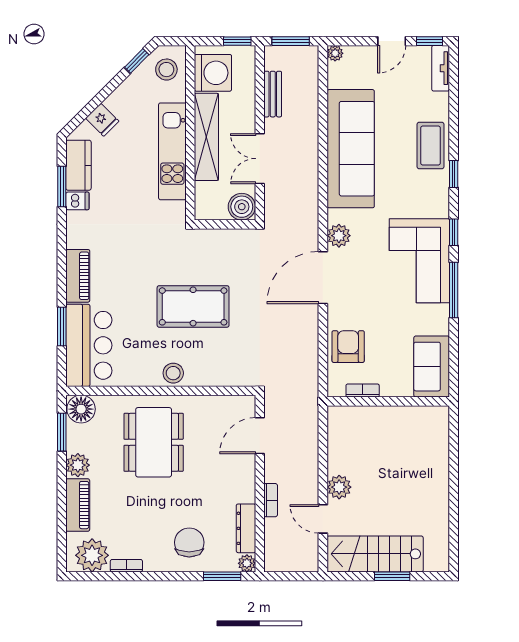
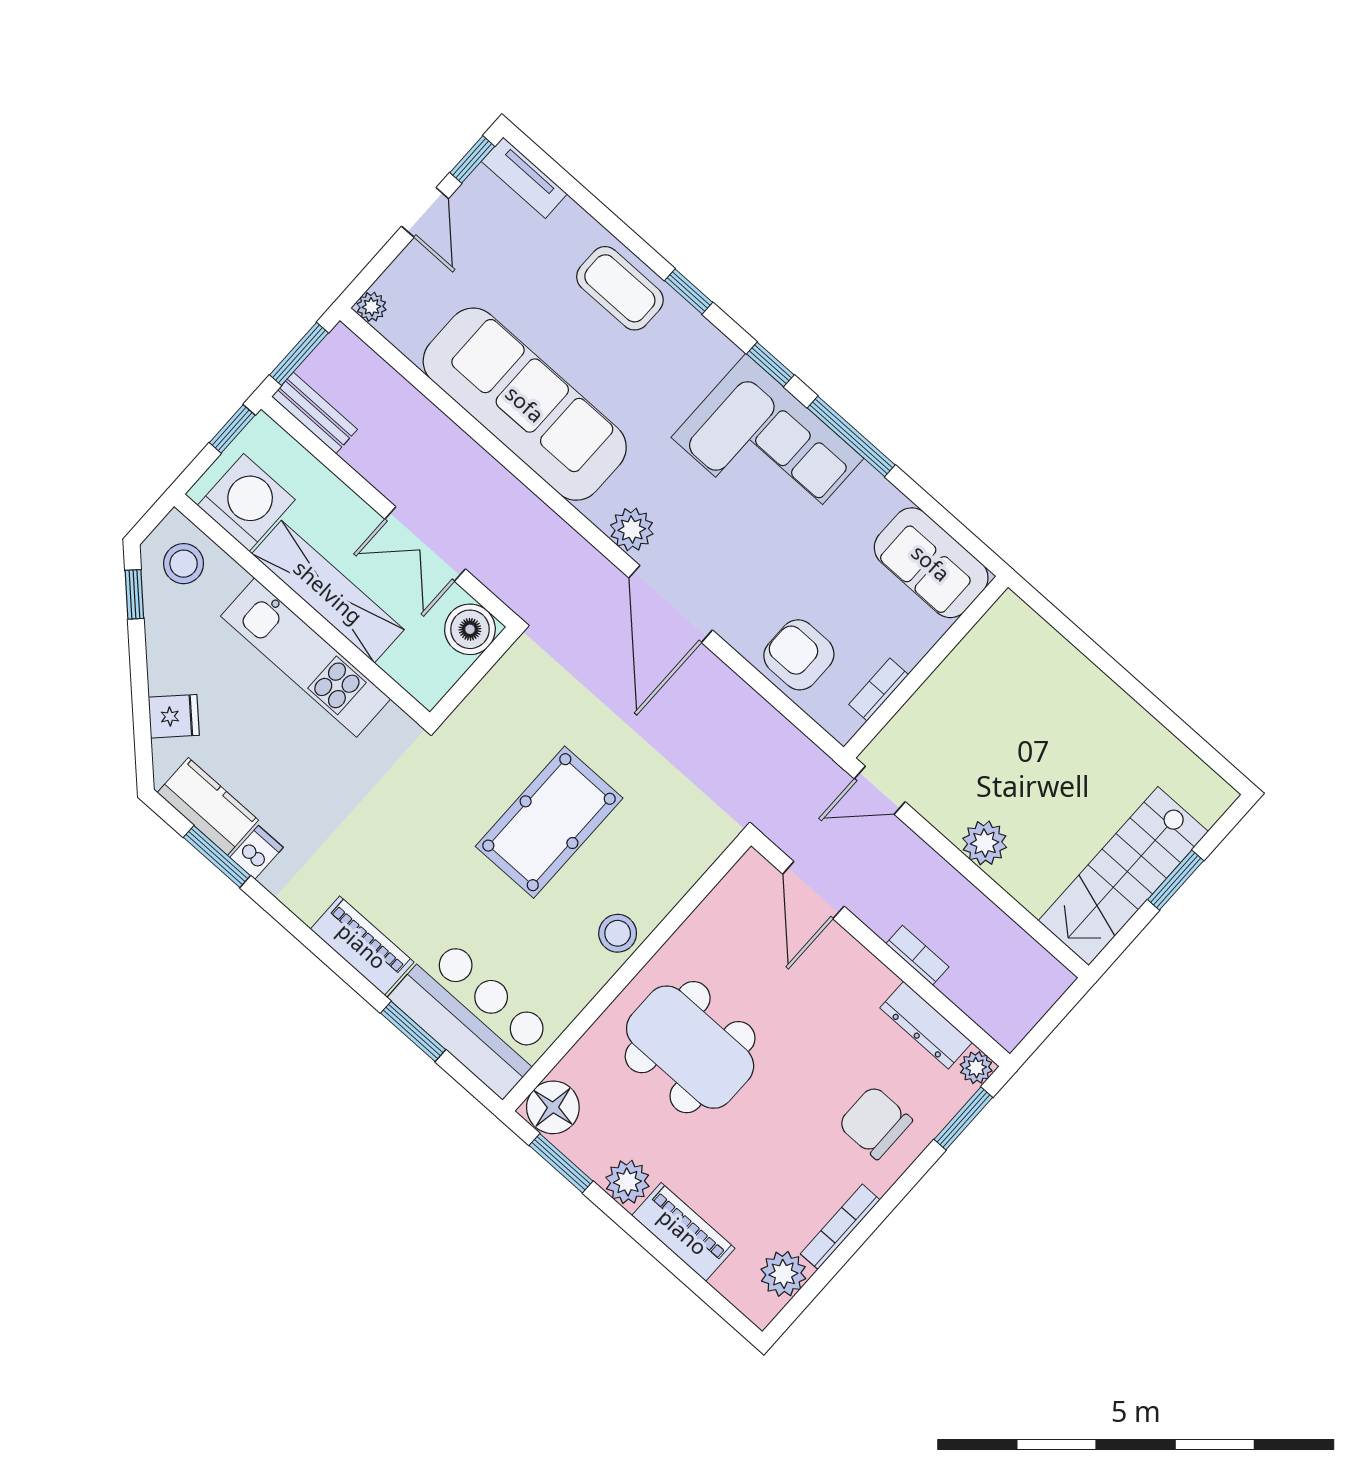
bench: (273, 94) -> (315, 413), moved
door: (323, 519) -> (880, 790), moved
plant: (92, 555) -> (783, 1274), width x0.73, depth x0.73
bookcase: (126, 566) -> (840, 1227), width x1.56

